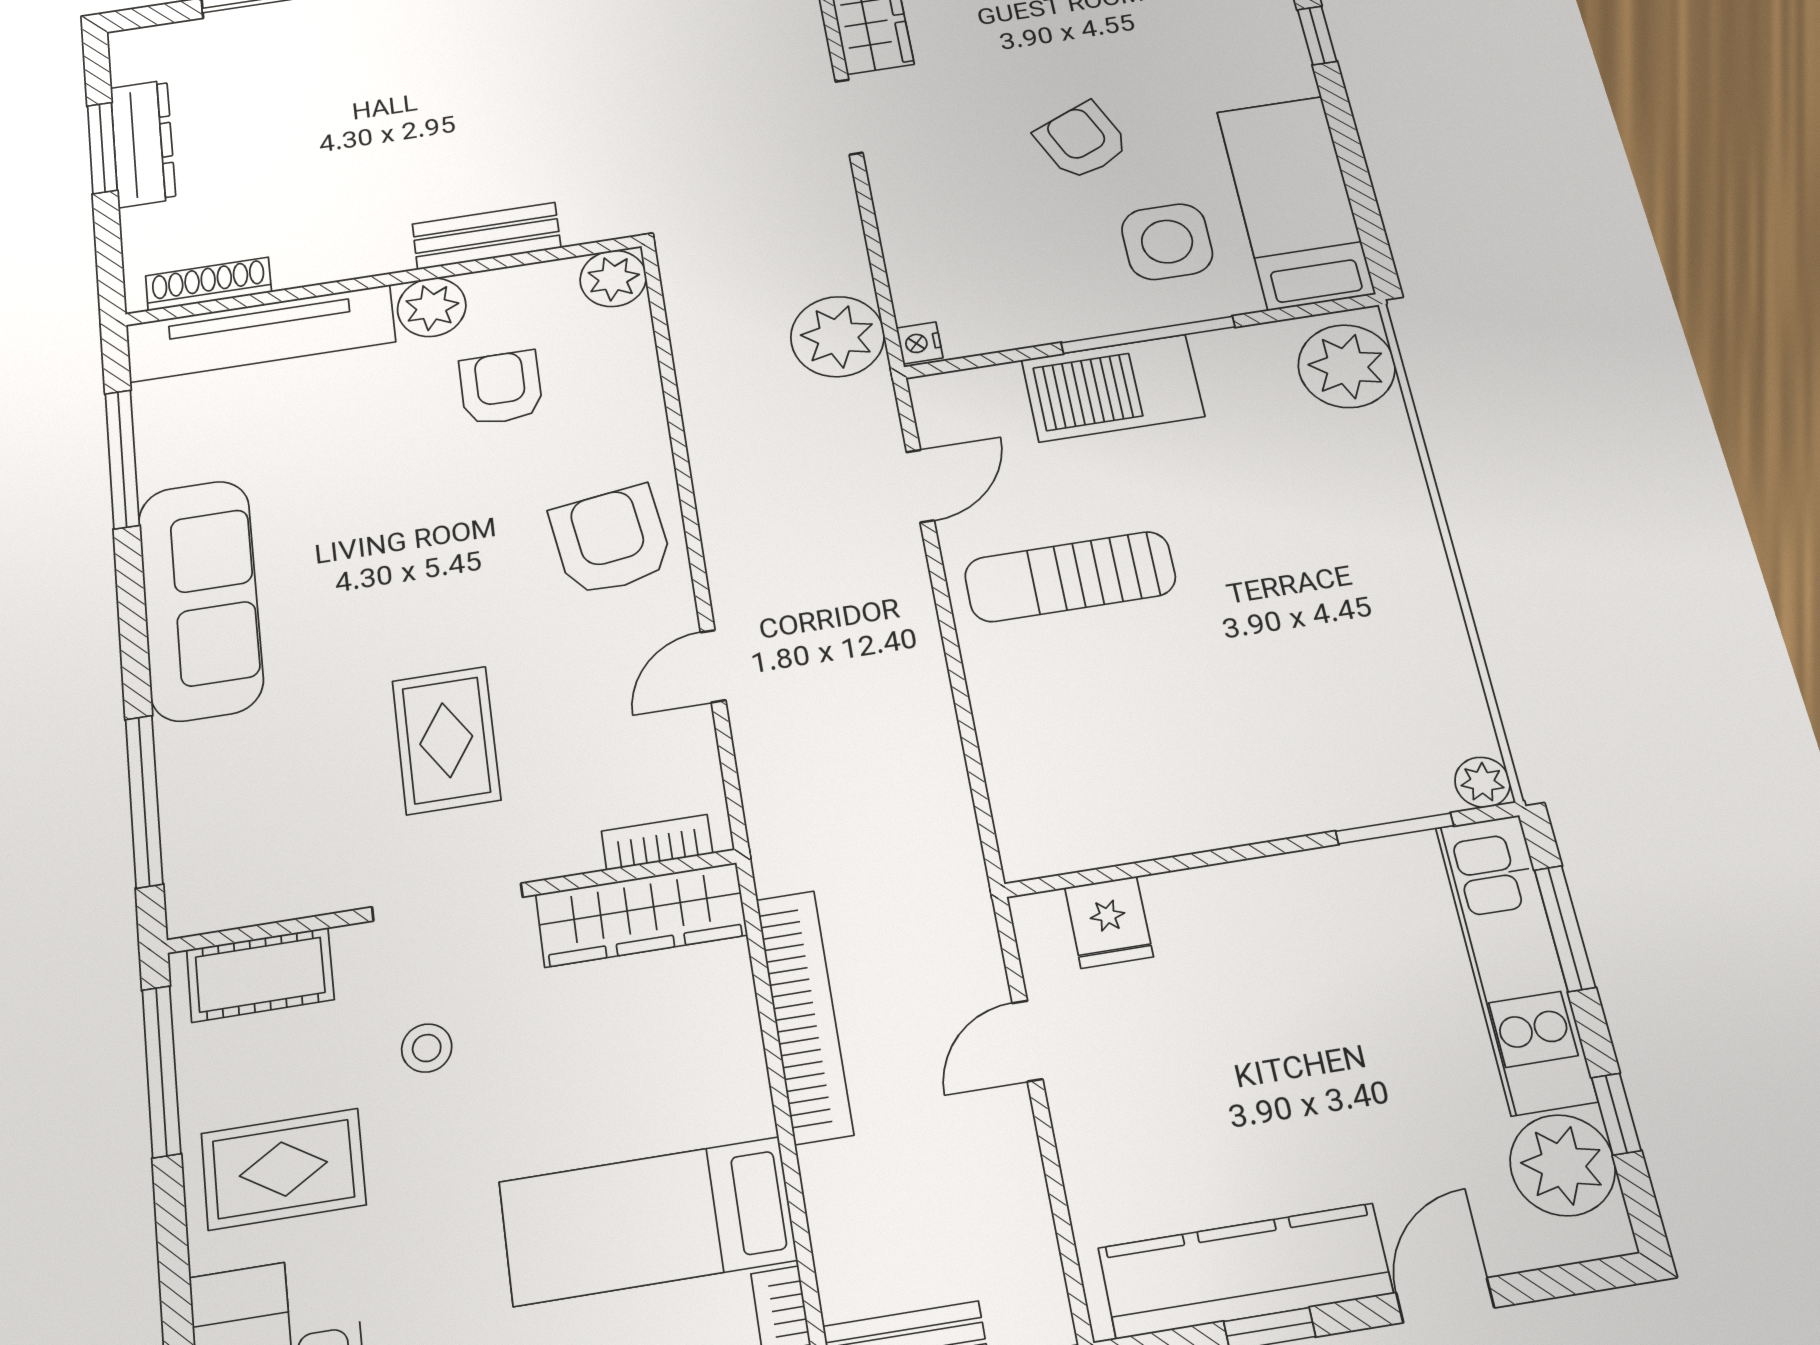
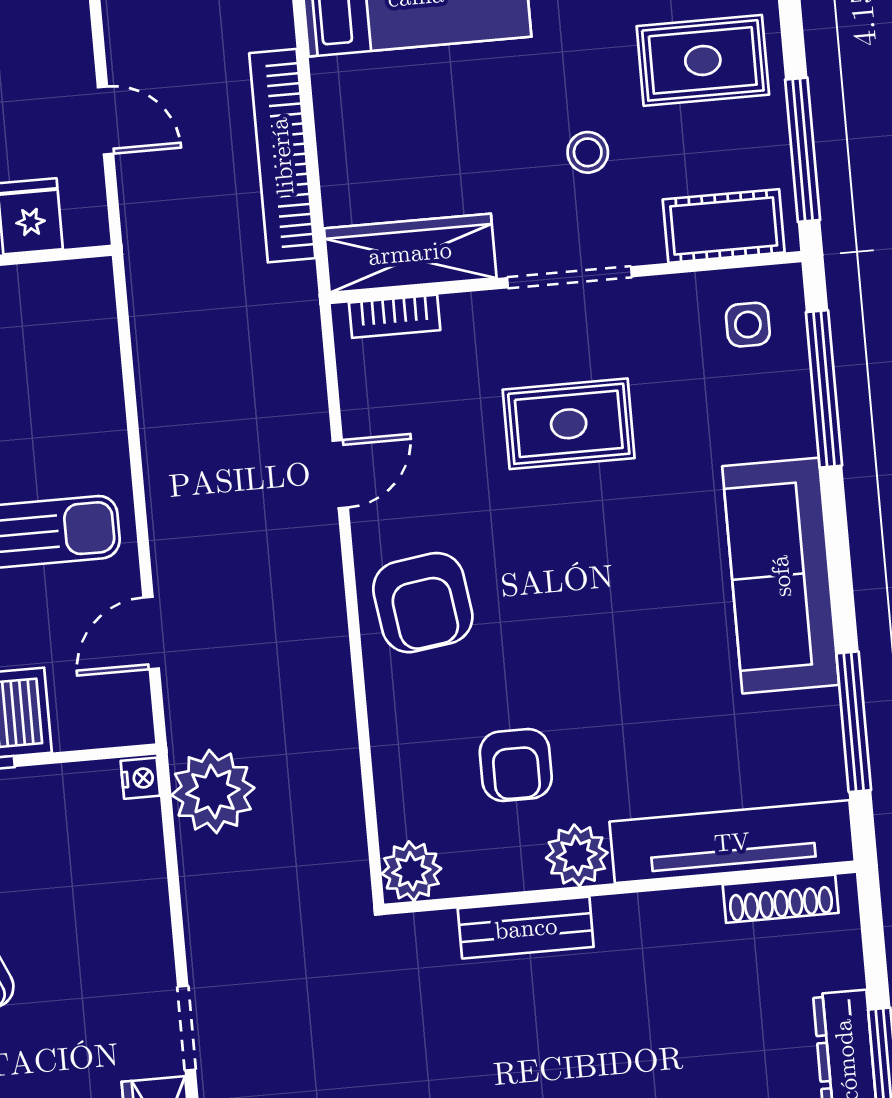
rug: (446, 740) -> (569, 424), turned 90
side table: (233, 865) -> (748, 325), added
door: (1027, 1041) -> (105, 121), hinge flipped

